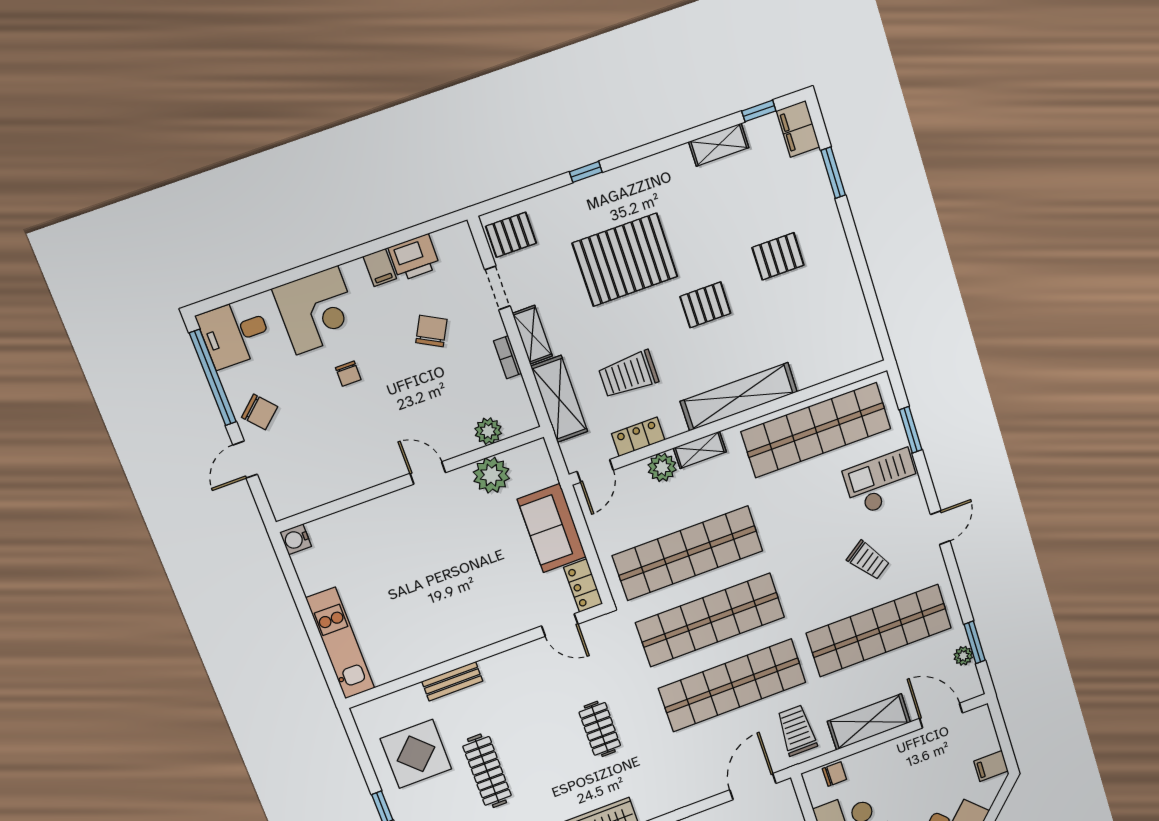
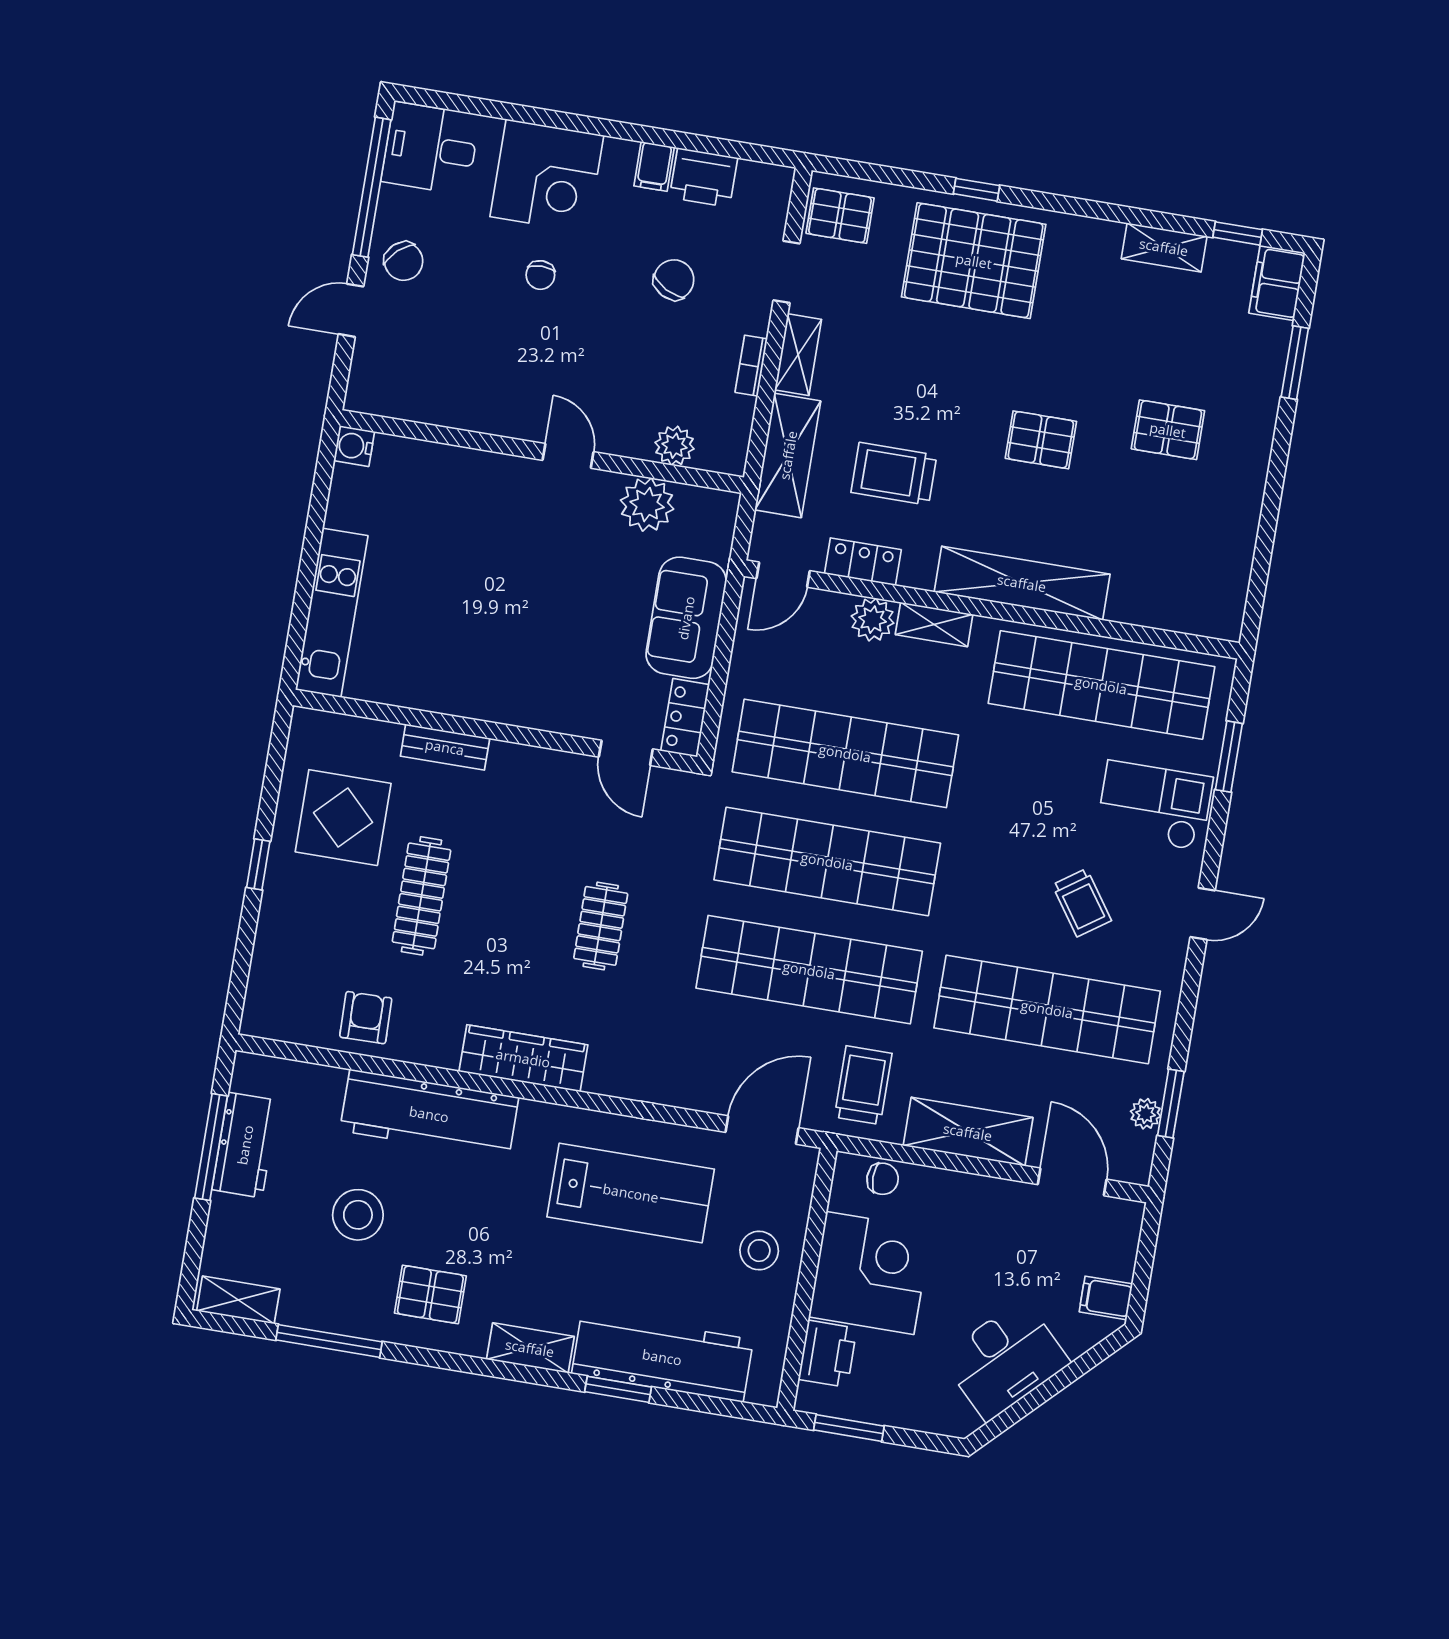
pallet: (625, 260) -> (974, 261), moved

